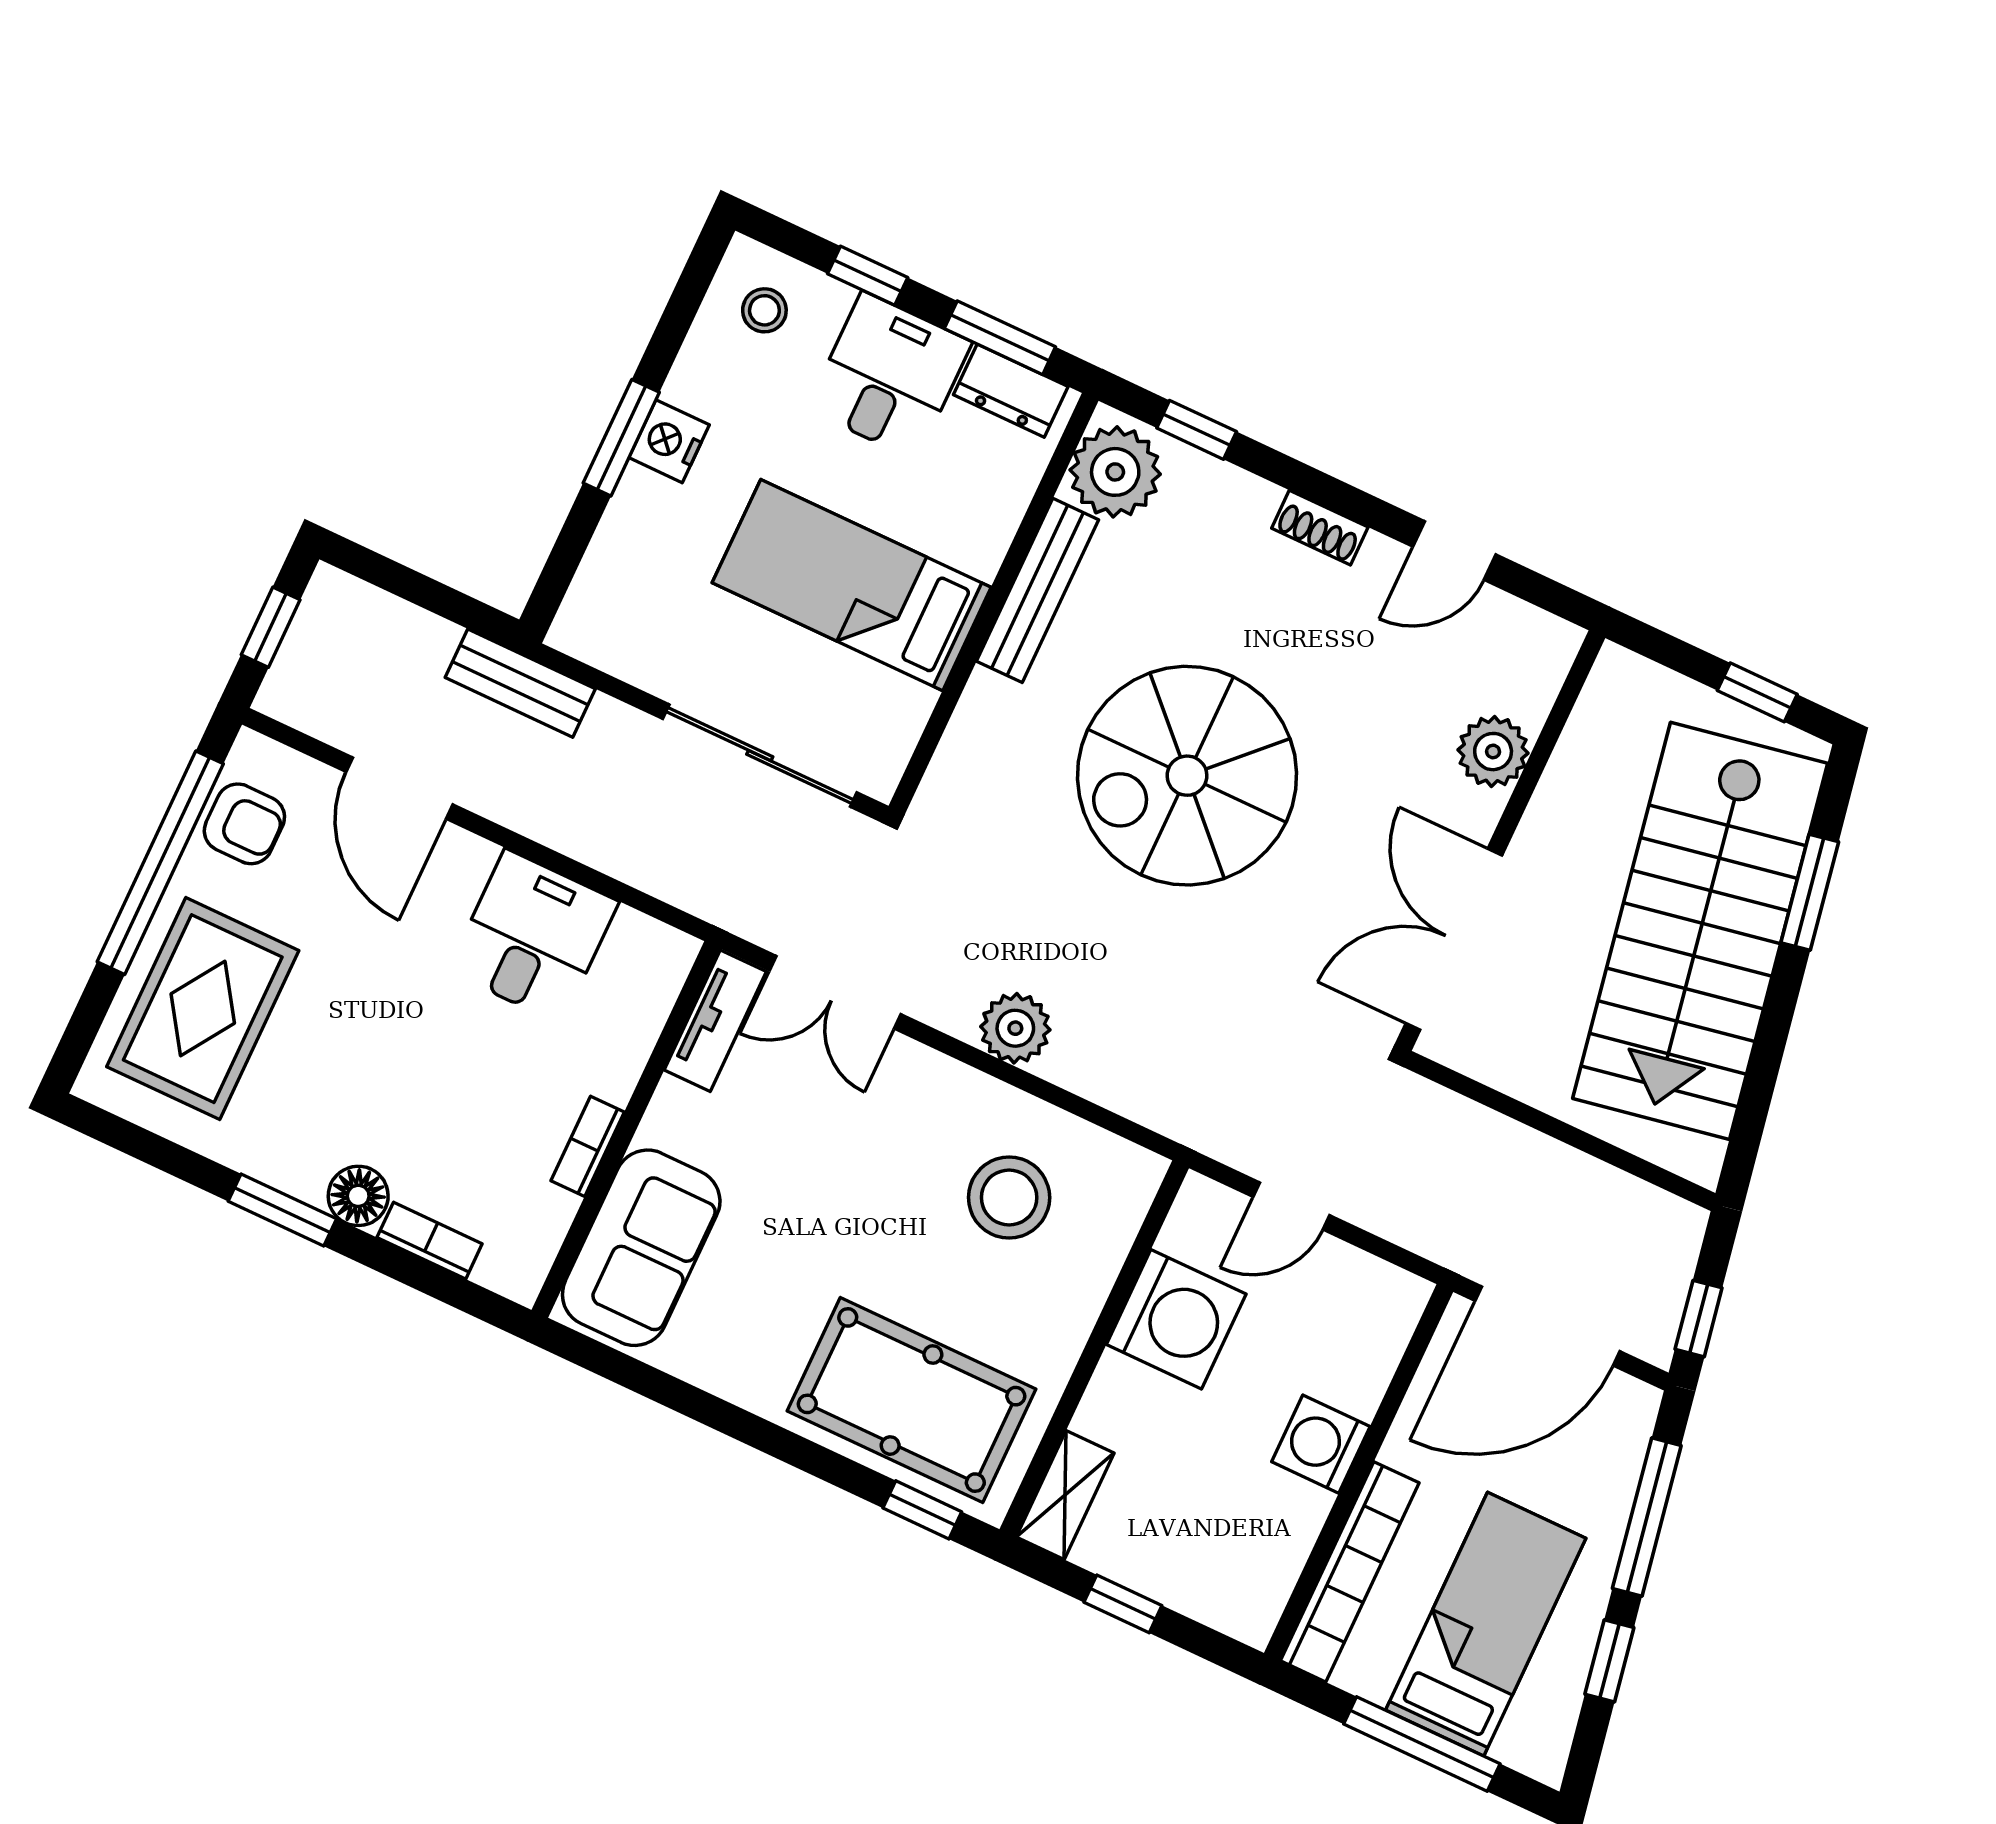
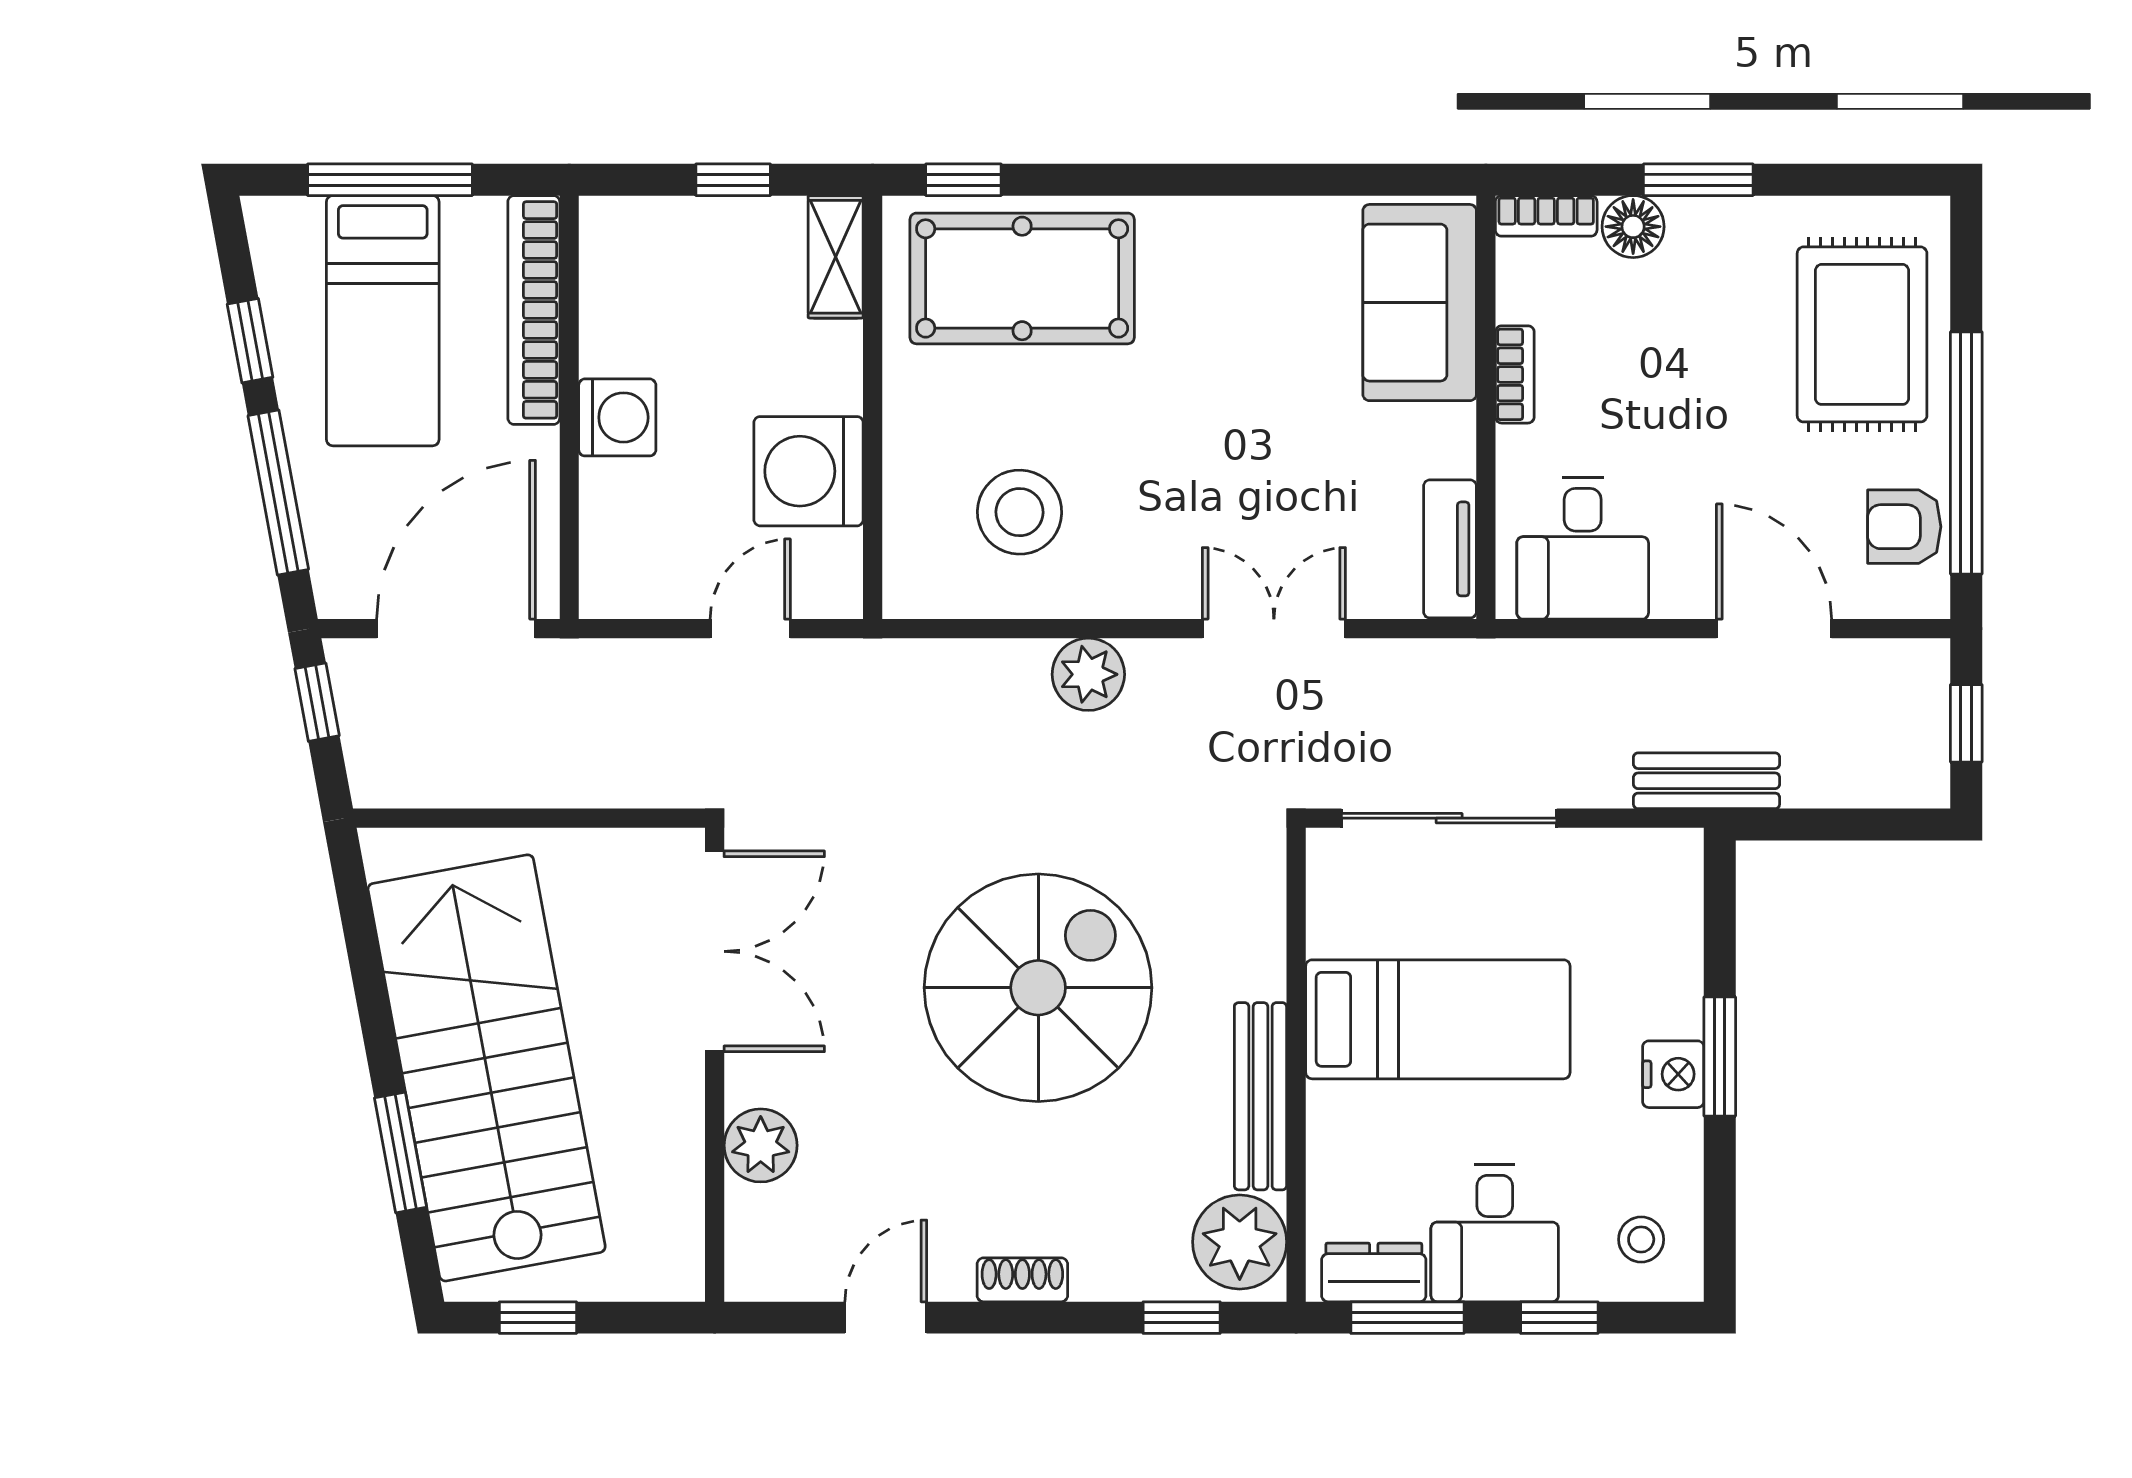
tv unit: (715, 1021) -> (1450, 549), moved
wall: (626, 1129) -> (1486, 407), moved
bookcase: (588, 1146) -> (1515, 374), moved
sofa: (641, 1248) -> (1420, 303), moved

